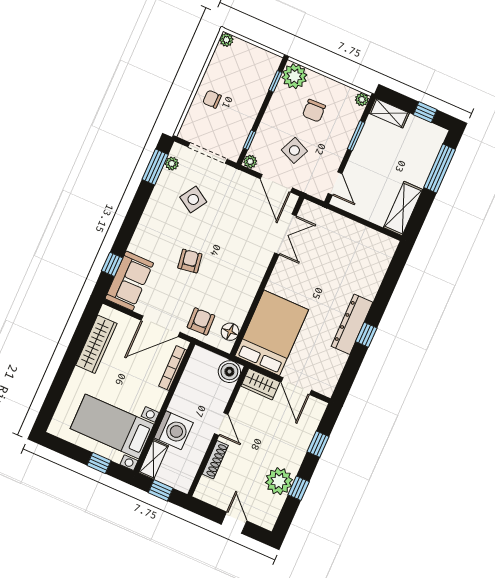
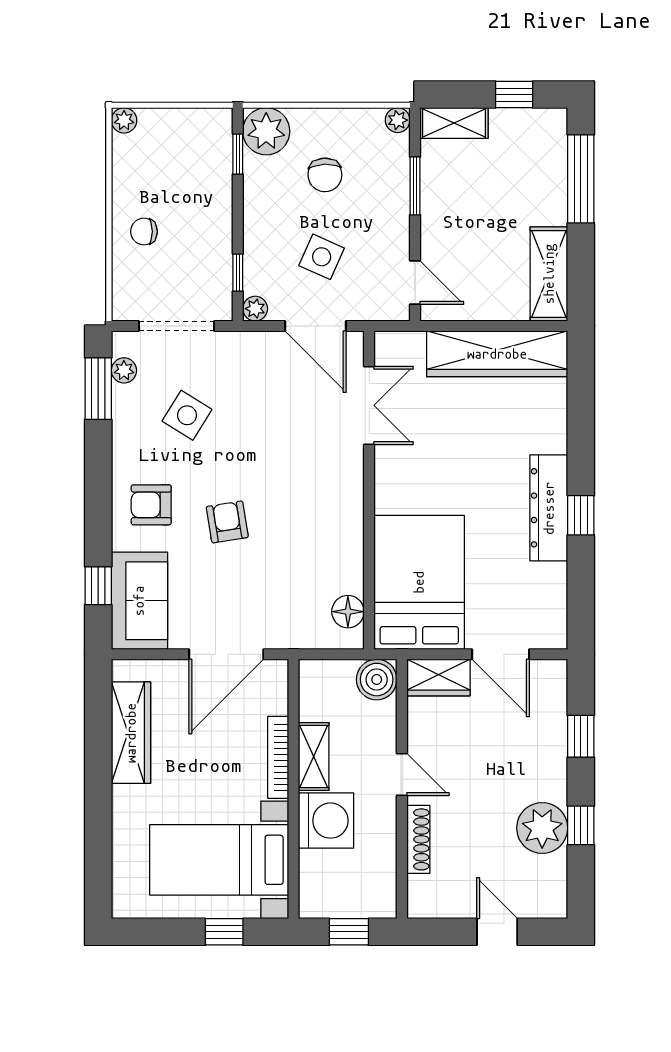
wardrobe: (360, 237) -> (497, 354), added
armchair: (201, 321) -> (151, 505), moved, turned -88
bookcase: (173, 368) -> (278, 757), moved
shelving: (154, 459) -> (314, 756), moved

